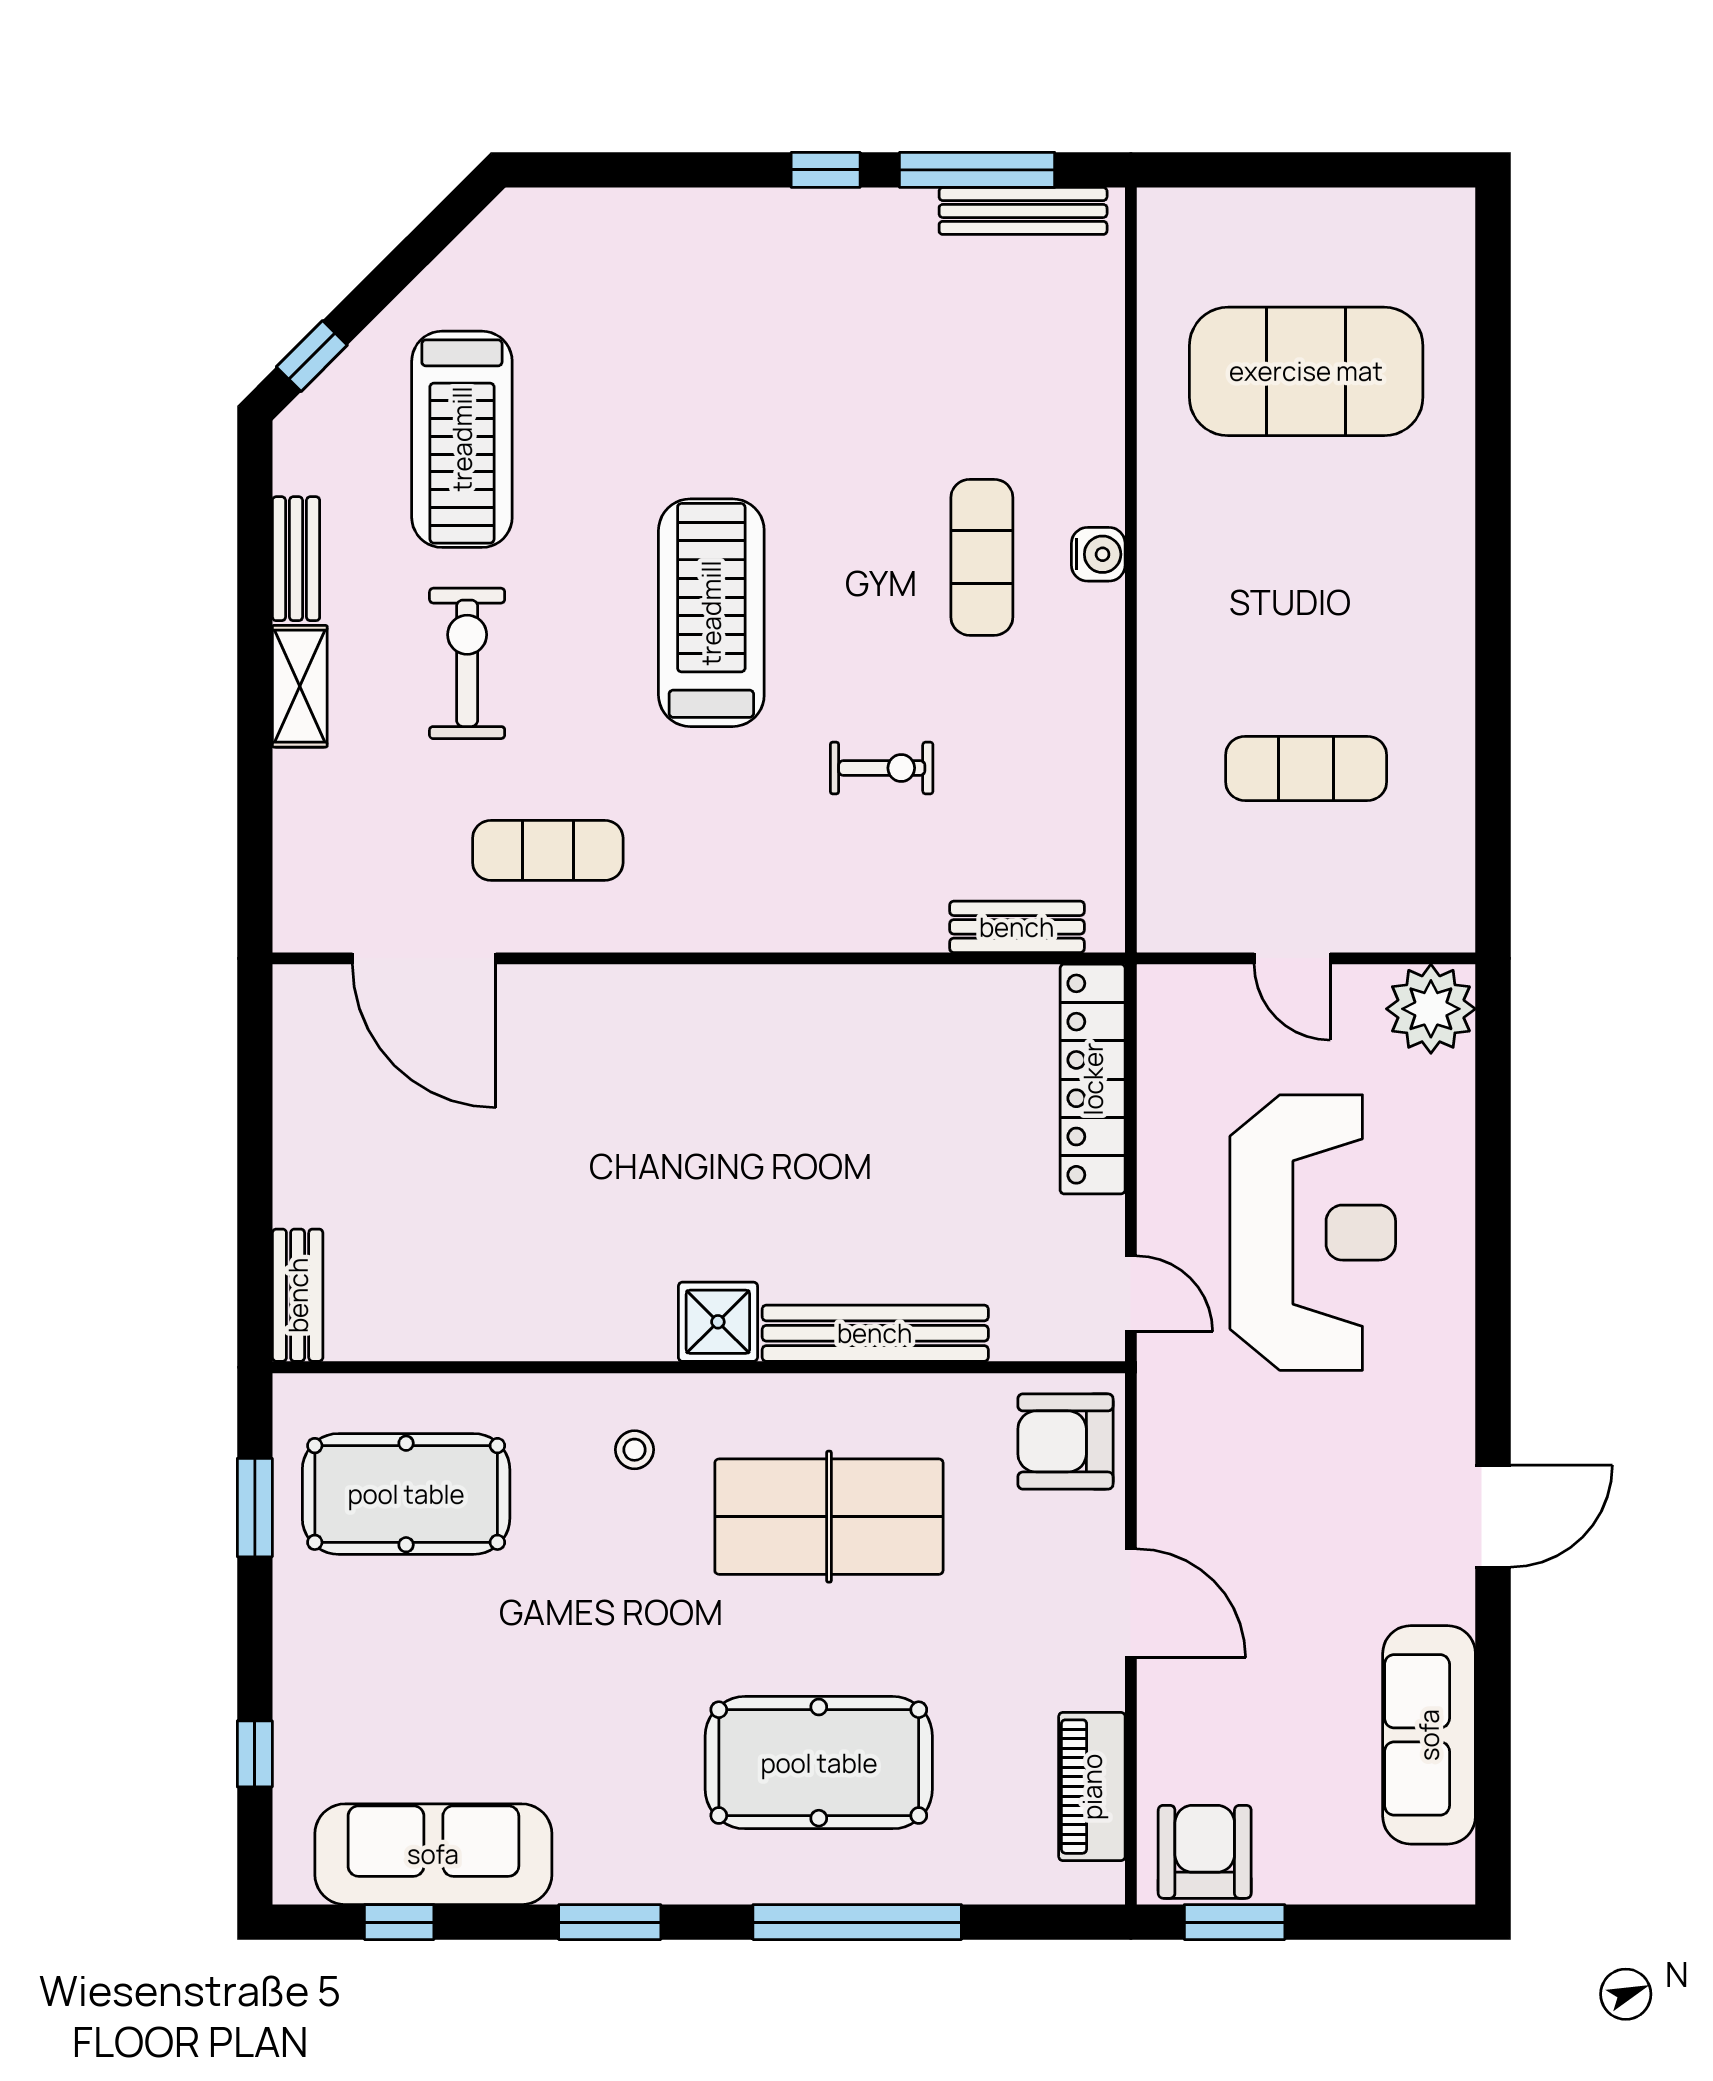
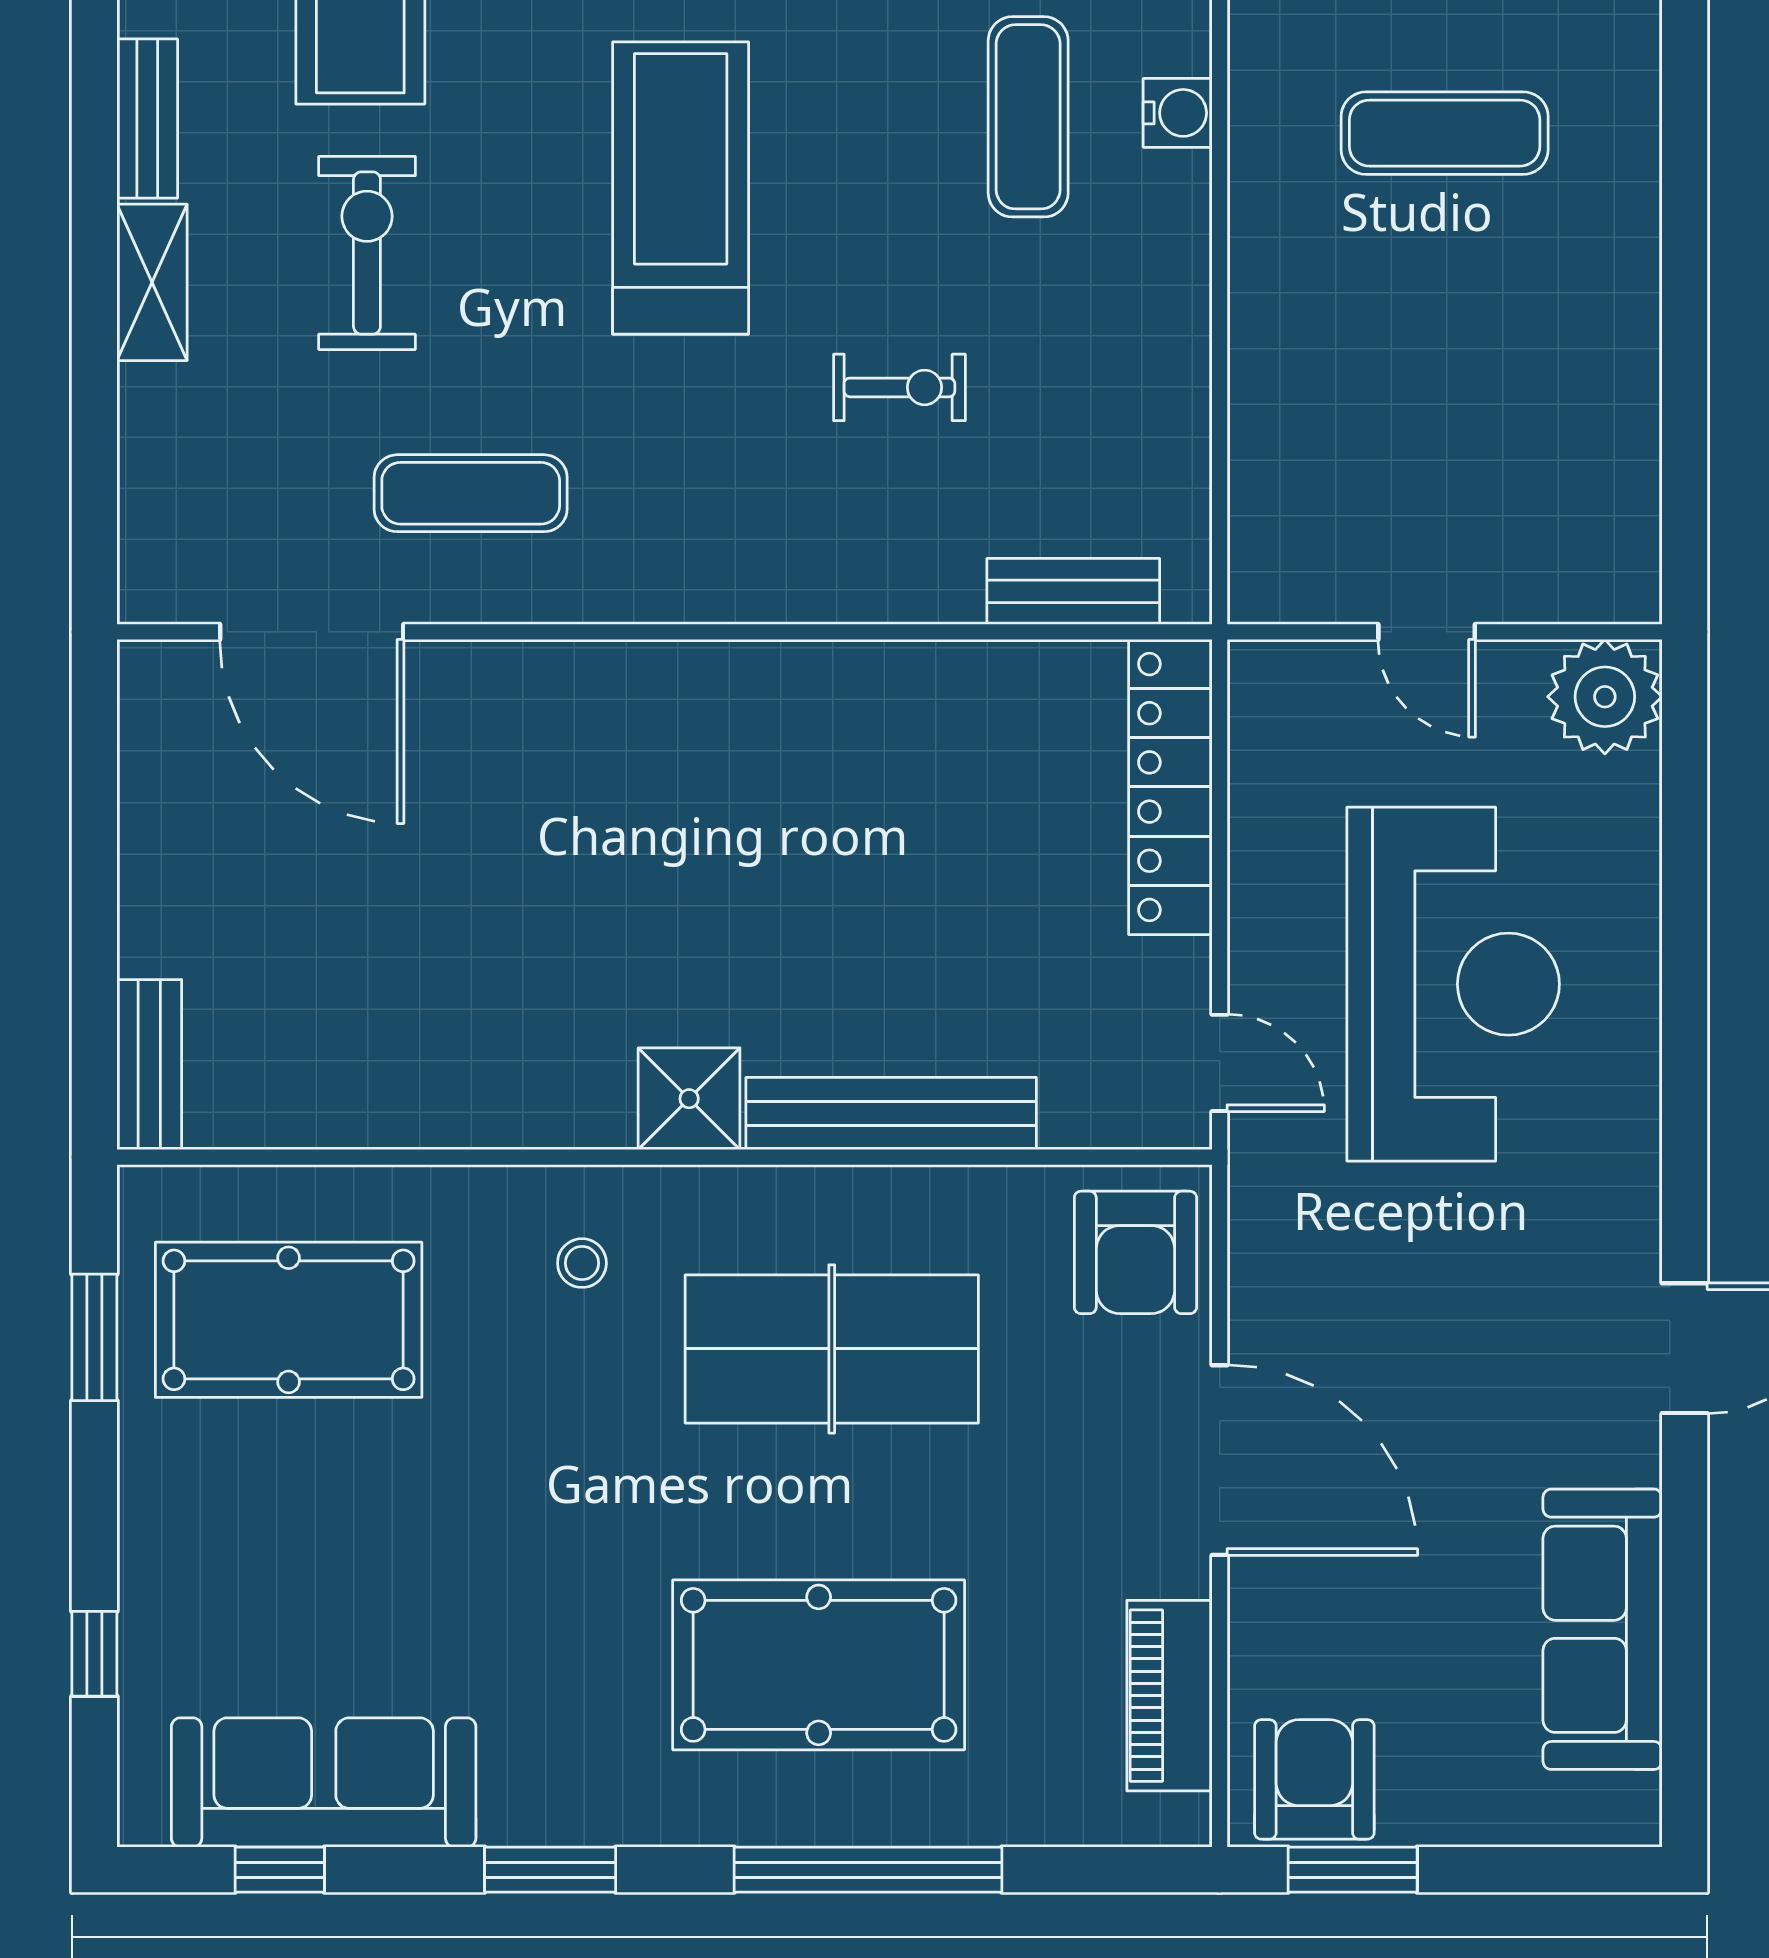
exercise mat: (1306, 768) -> (1445, 133), moved
armchair: (1065, 1441) -> (1135, 1252), turned -90
door: (1131, 1603) -> (1220, 1460), width x1.36

